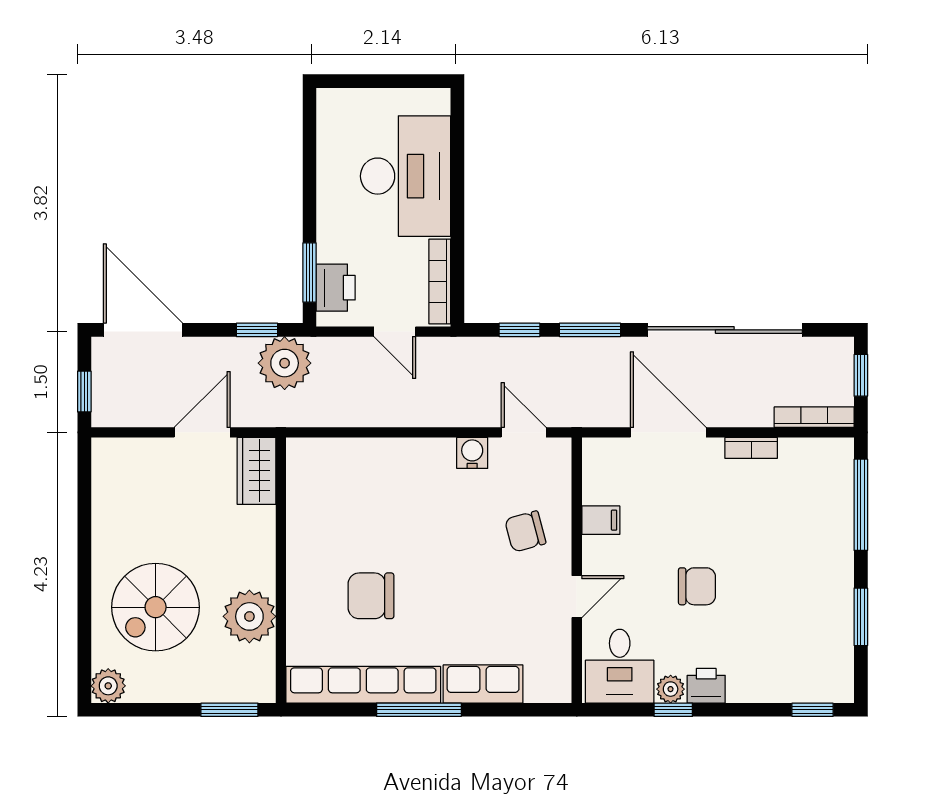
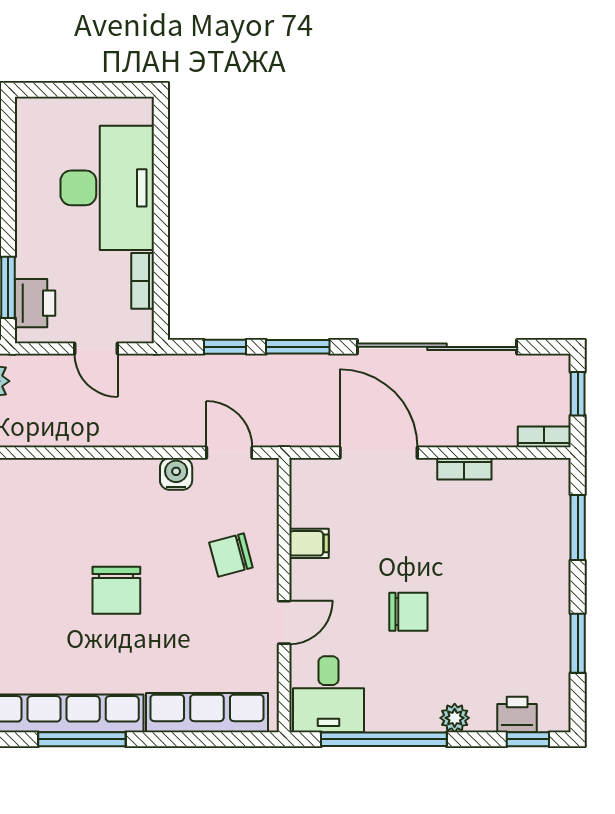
bookcase: (440, 281) -> (143, 281), width x0.64
bookcase: (814, 417) -> (544, 437), width x0.64
window: (861, 505) -> (578, 528), width x0.69
chair: (371, 596) -> (116, 590), moved, turned -90
row of seats: (483, 684) -> (207, 713), width x1.48
printer: (706, 686) -> (517, 714), moved
plant: (671, 689) -> (455, 718), moved
window: (419, 710) -> (82, 739), moved
window: (673, 710) -> (384, 739), width x3.17

